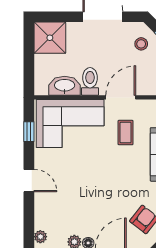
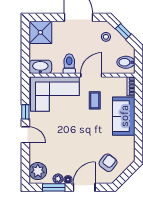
washbasin: (65, 86) -> (40, 67), moved
window: (29, 132) -> (25, 112), moved
plant: (40, 237) -> (38, 171), width x1.88, depth x1.88

